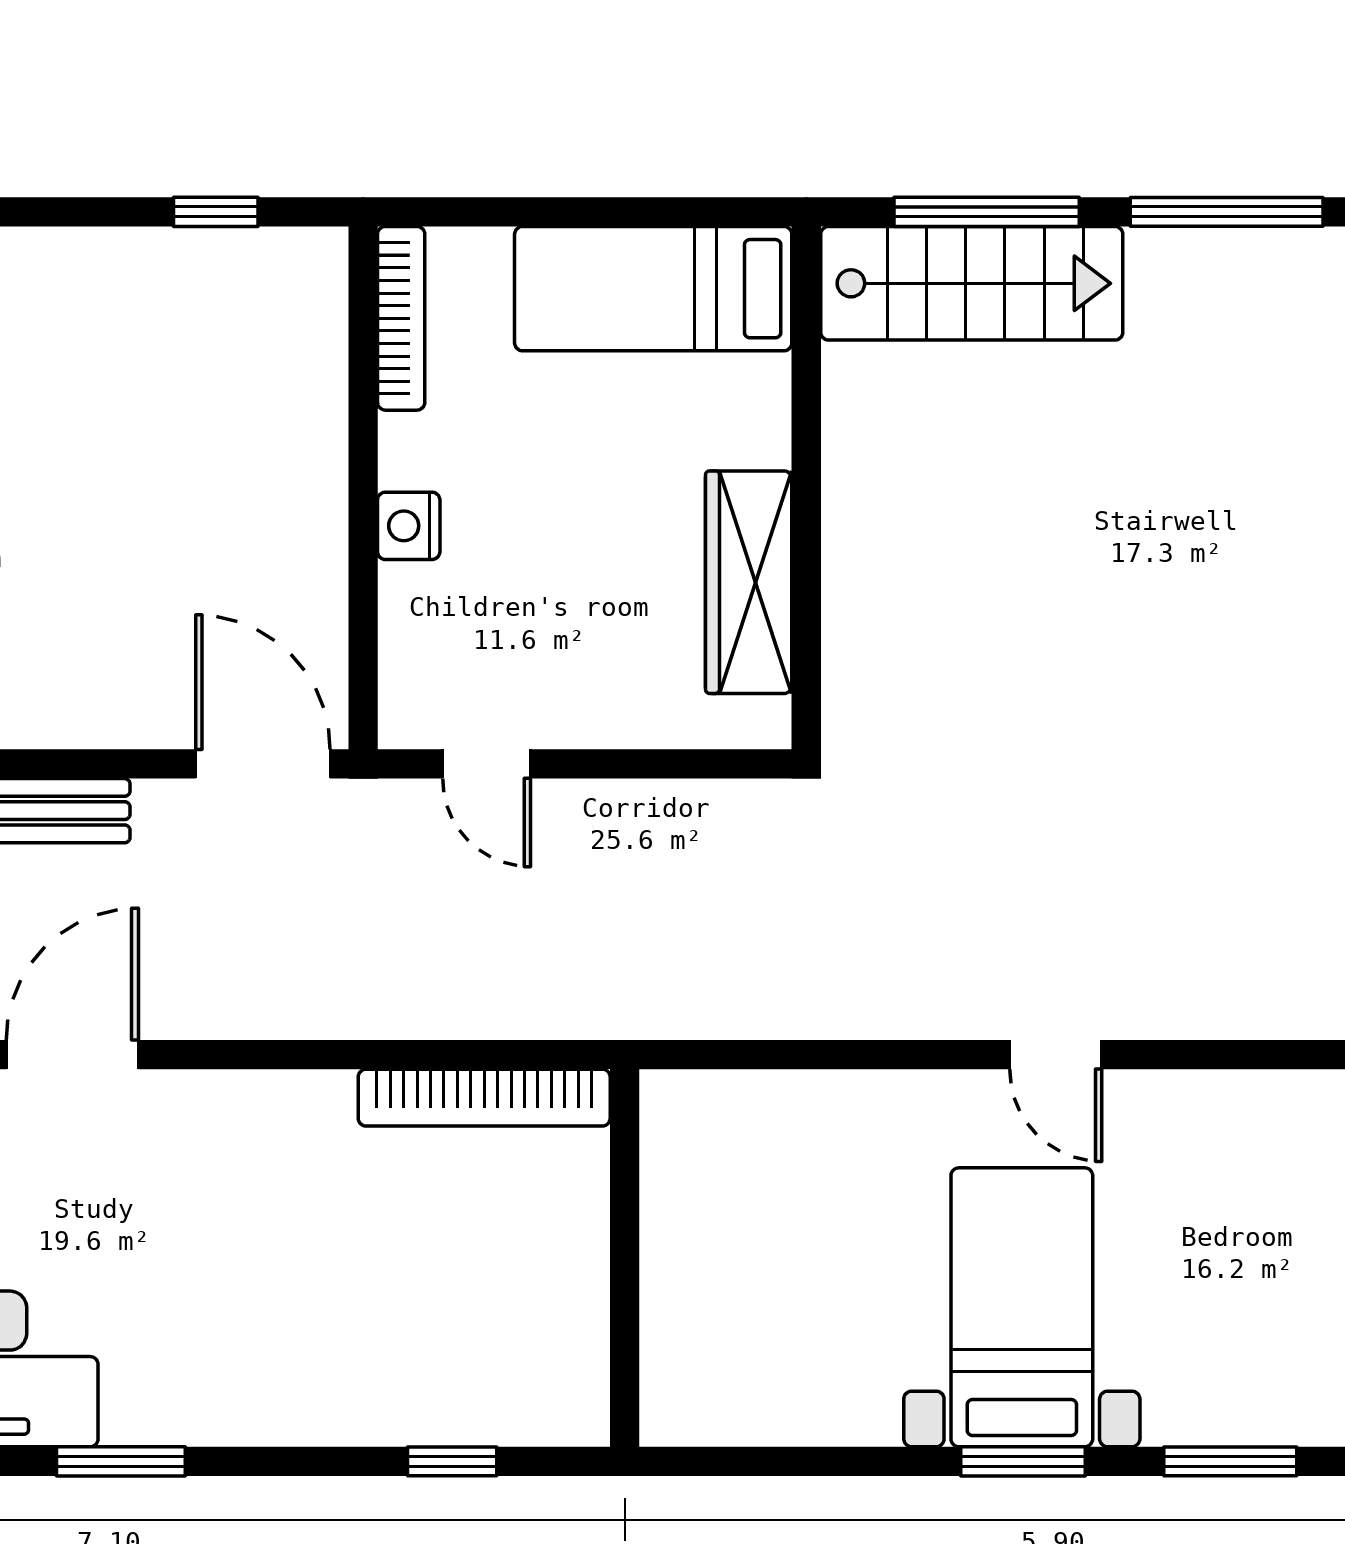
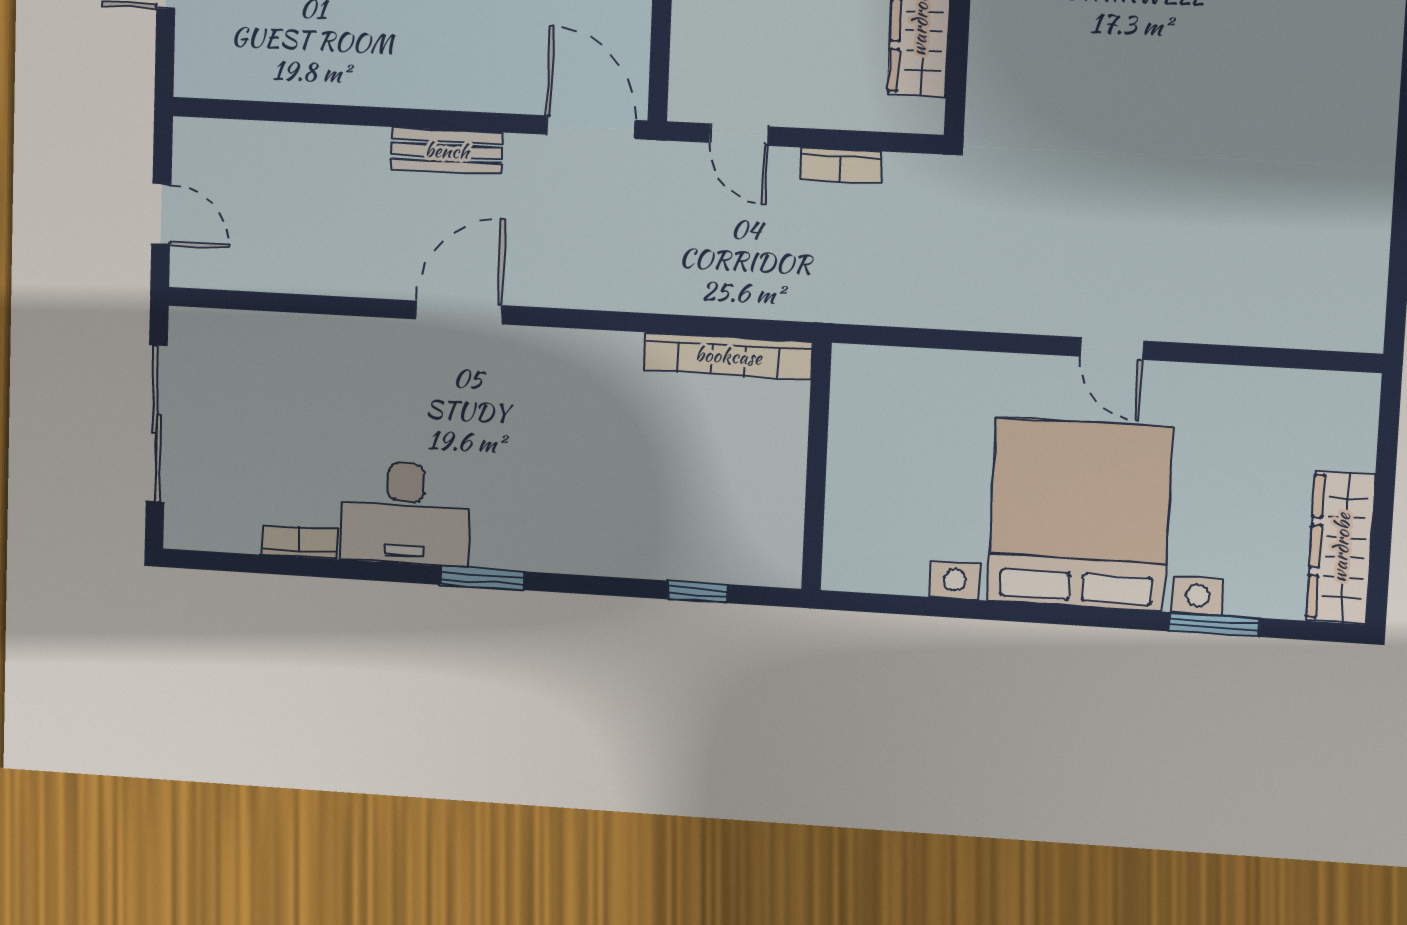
bookcase: (640, 803) -> (841, 166), added
bed with nightstands: (1022, 1307) -> (1080, 515), width x1.85
window: (1023, 1461) -> (1075, 616), removed

